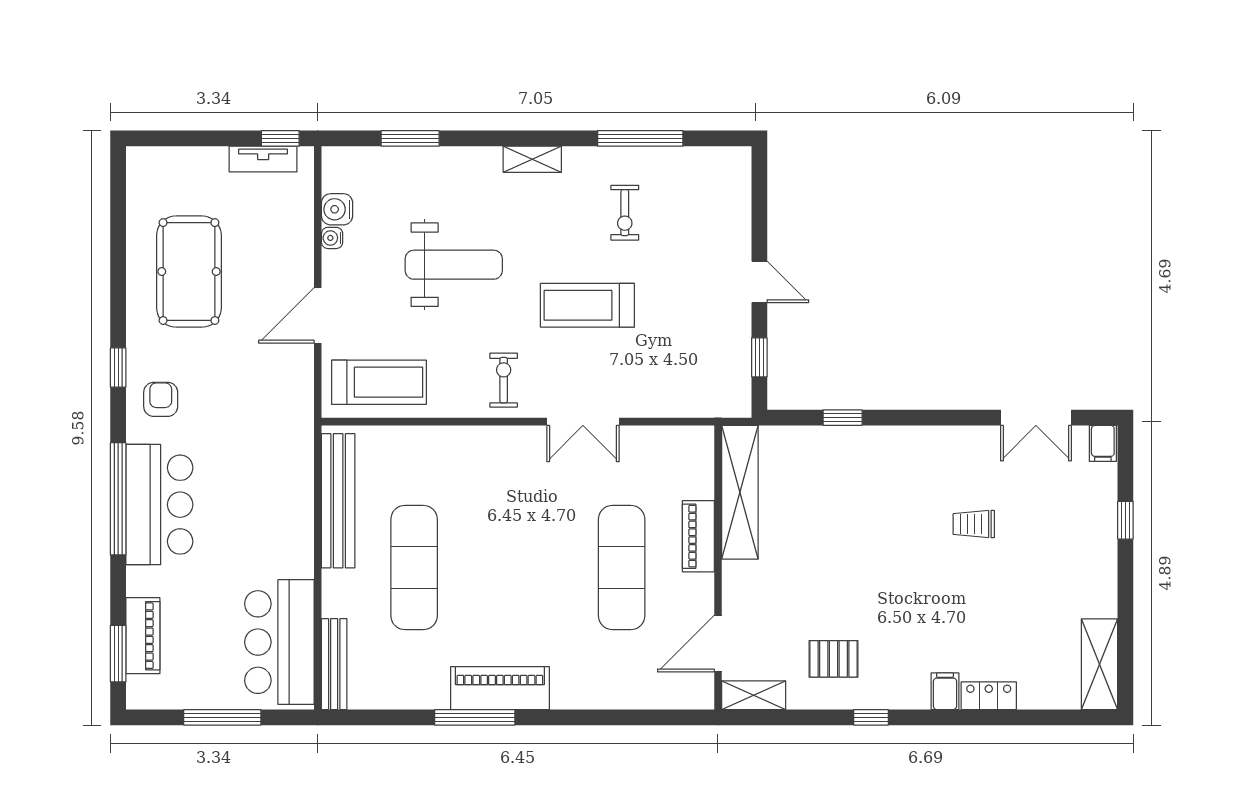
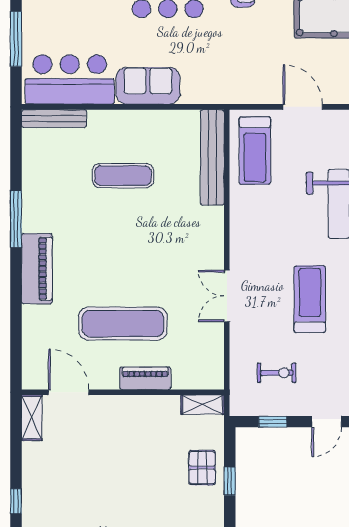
exercise bike: (504, 380) -> (277, 373), moved
shelving: (740, 492) -> (202, 405), width x0.45, depth x0.75
bench: (338, 501) -> (212, 157), moved, turned 90
sofa: (288, 532) -> (148, 86), added
exercise mat: (414, 567) -> (123, 176), width x0.73, depth x0.69
pallet: (833, 659) -> (202, 468), moved
piano: (500, 688) -> (37, 269), moved

